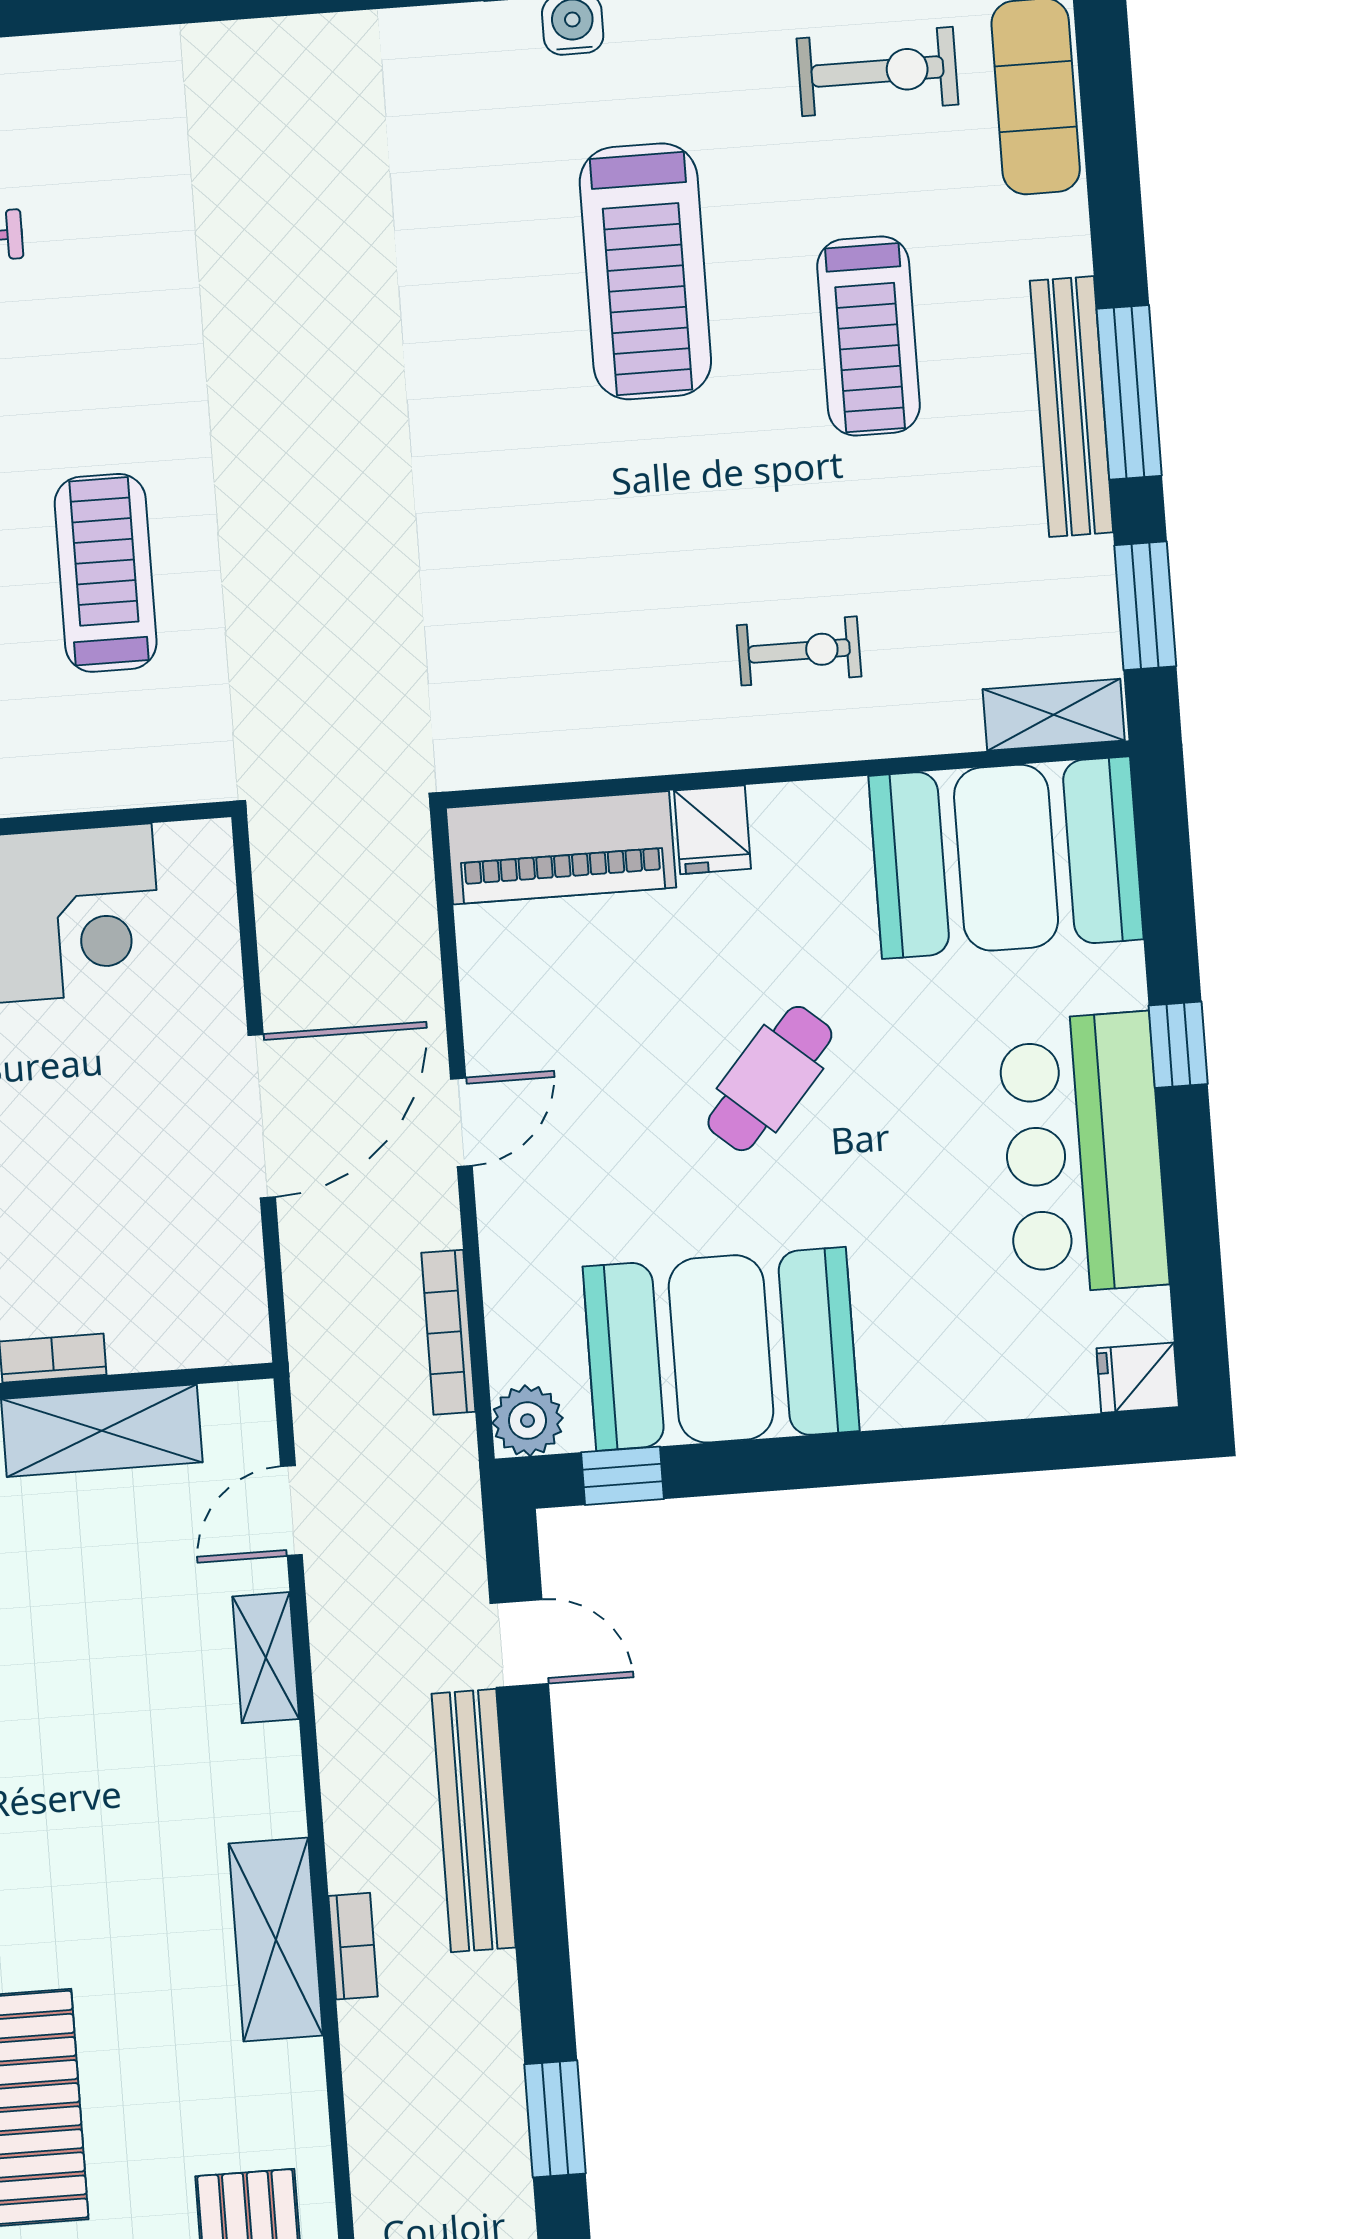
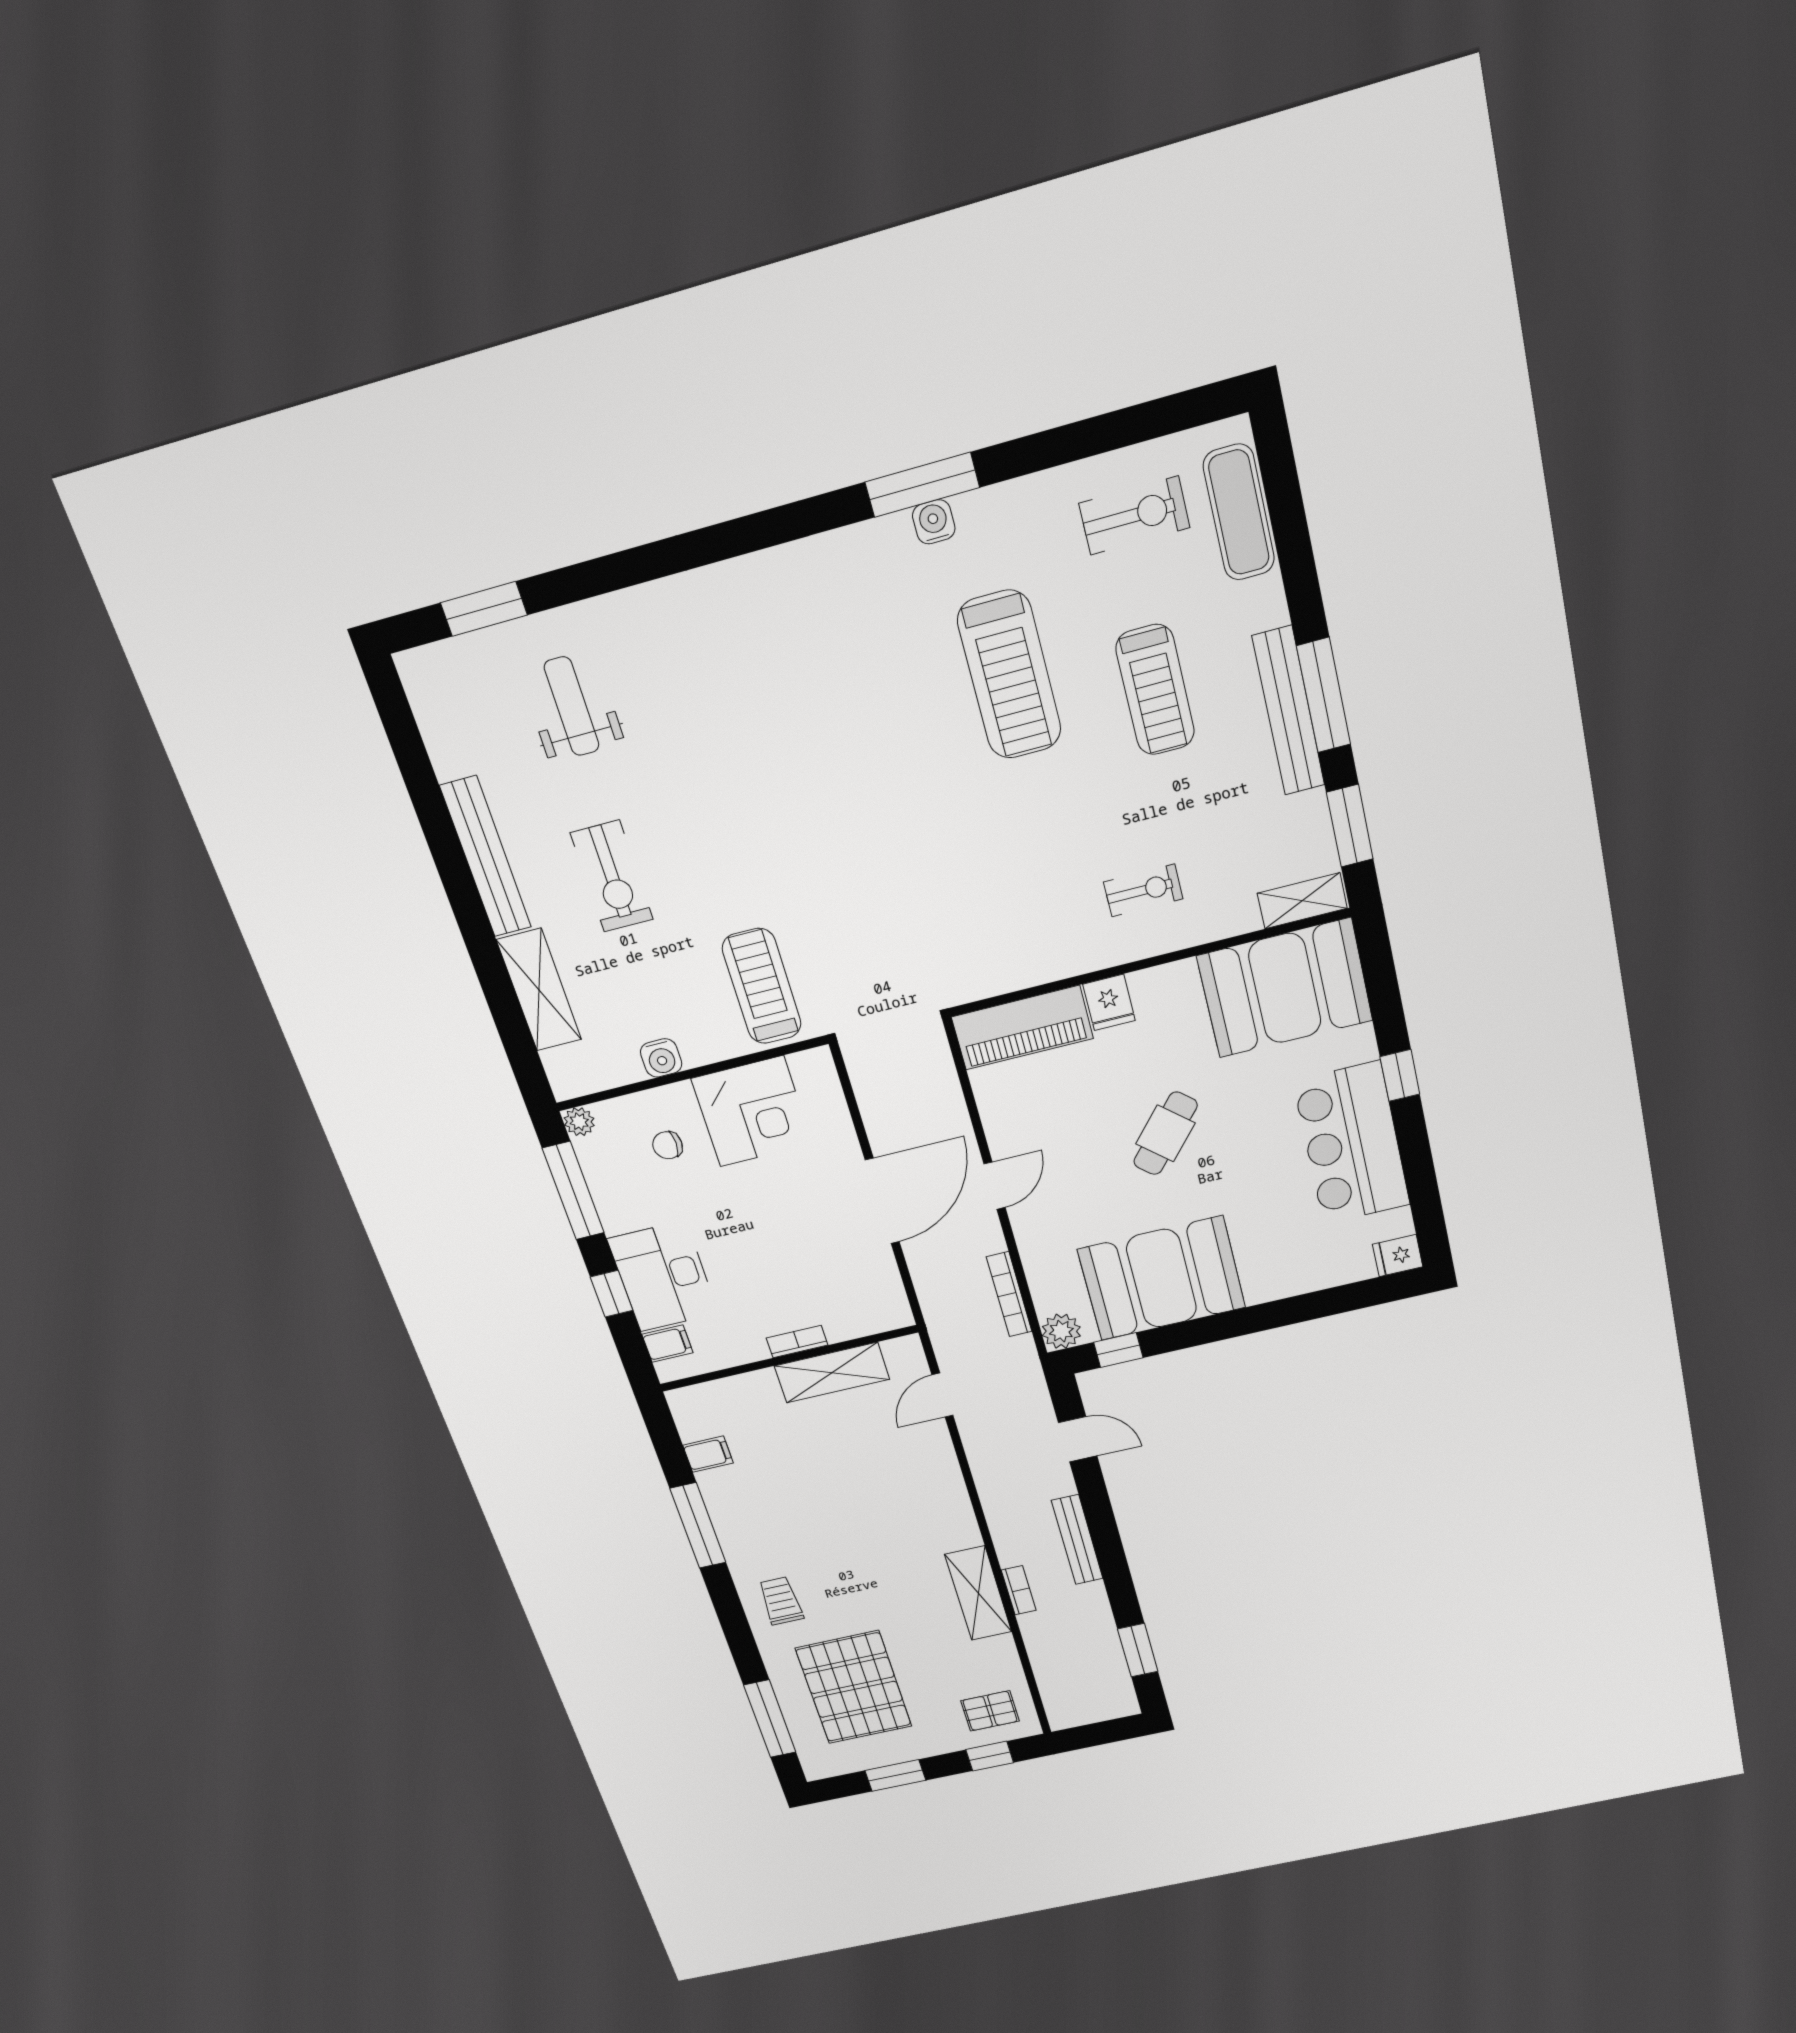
treadmill: (106, 573) -> (762, 986), moved
shelving: (266, 1658) -> (944, 1467), removed
bench: (474, 1821) -> (1077, 1540), width x0.73, depth x0.82

